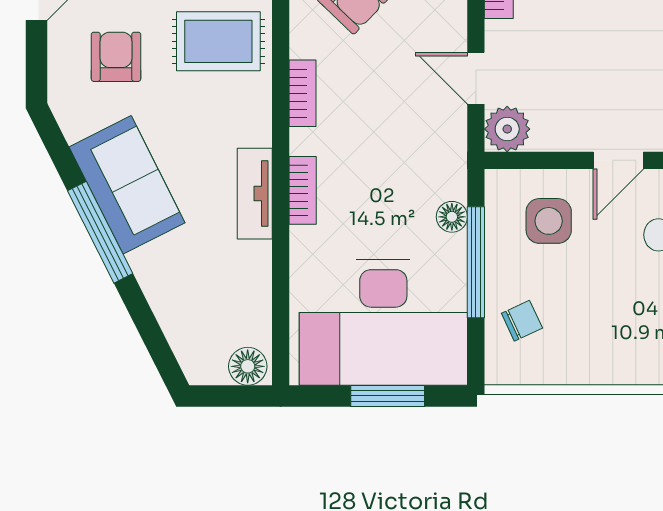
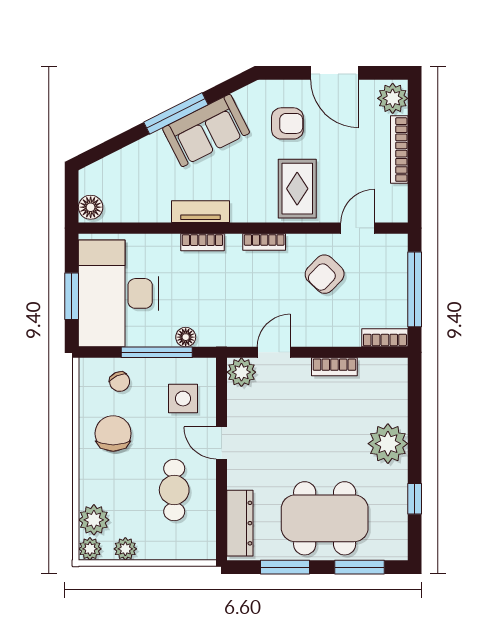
chair: (604, 331) -> (113, 433), added

